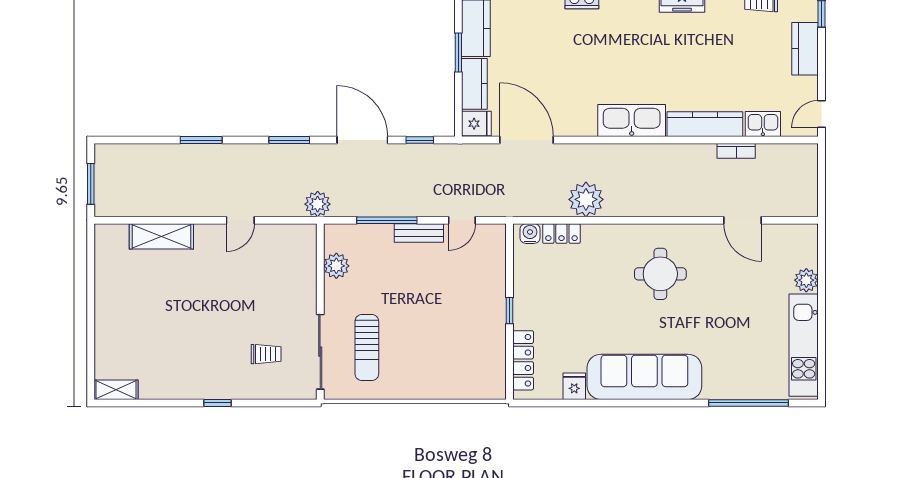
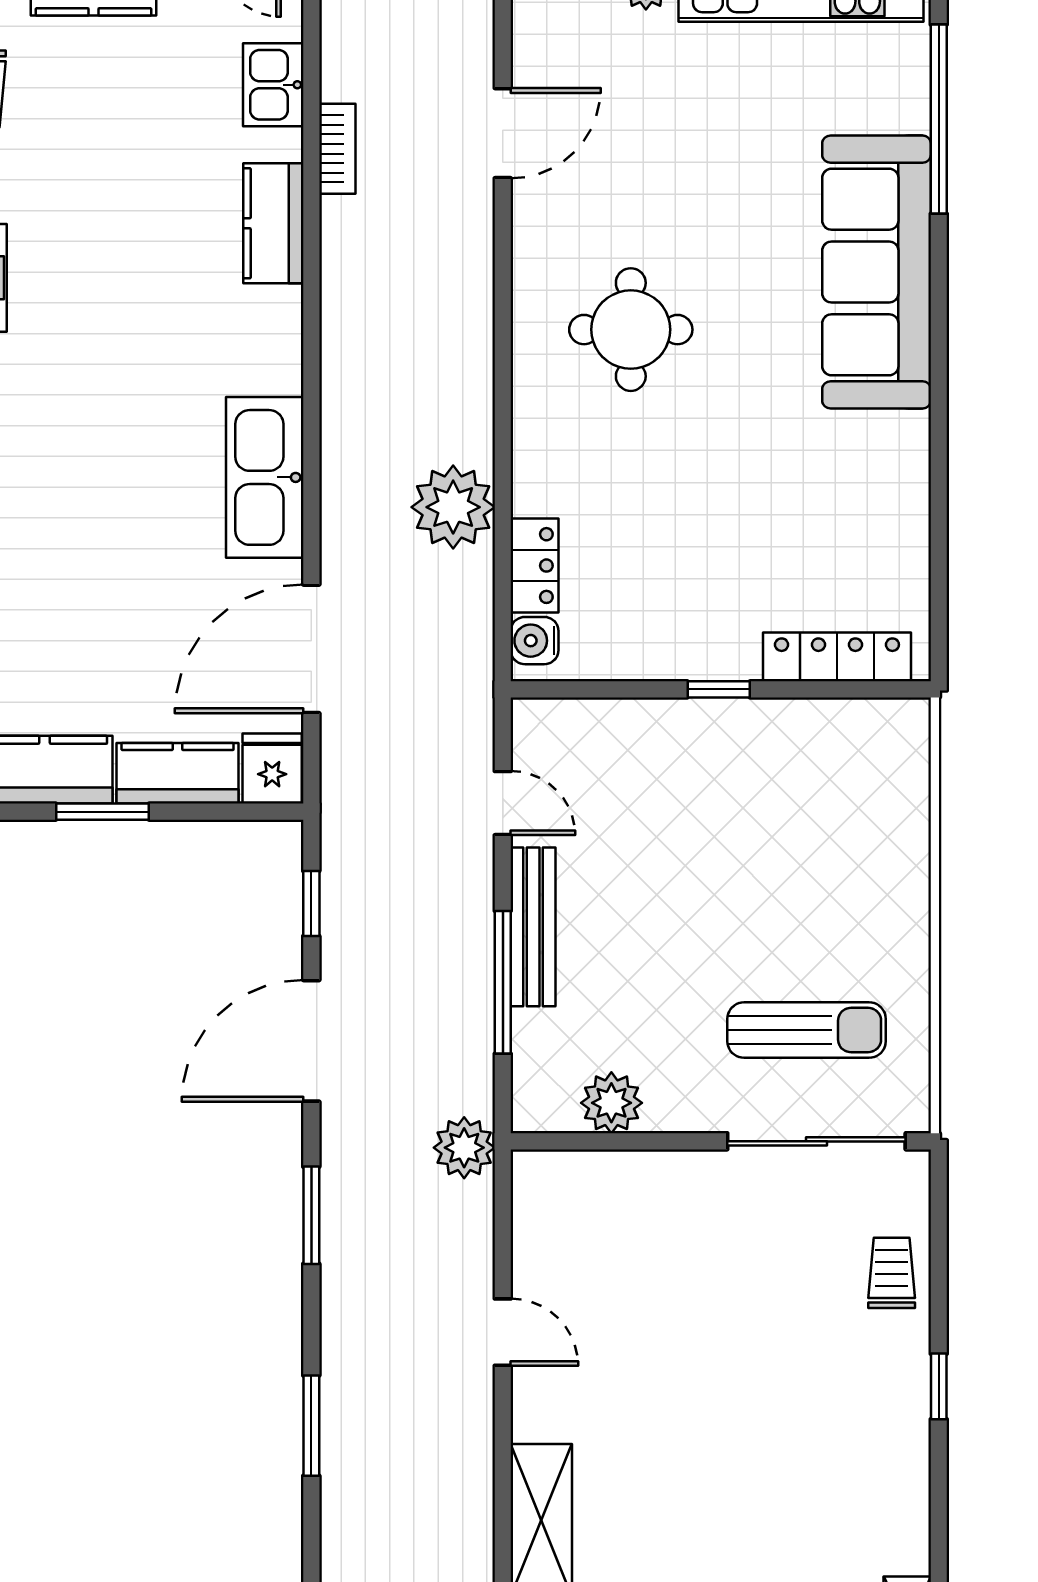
kitchen sink: (632, 121) -> (265, 477), moved
kitchen counter: (705, 124) -> (273, 223), width x0.67
bench: (419, 233) -> (533, 927), width x1.36
trolley: (266, 354) -> (892, 1273), moved
sofa: (644, 377) -> (877, 272), moved
fridge: (574, 386) -> (899, 535), removed

